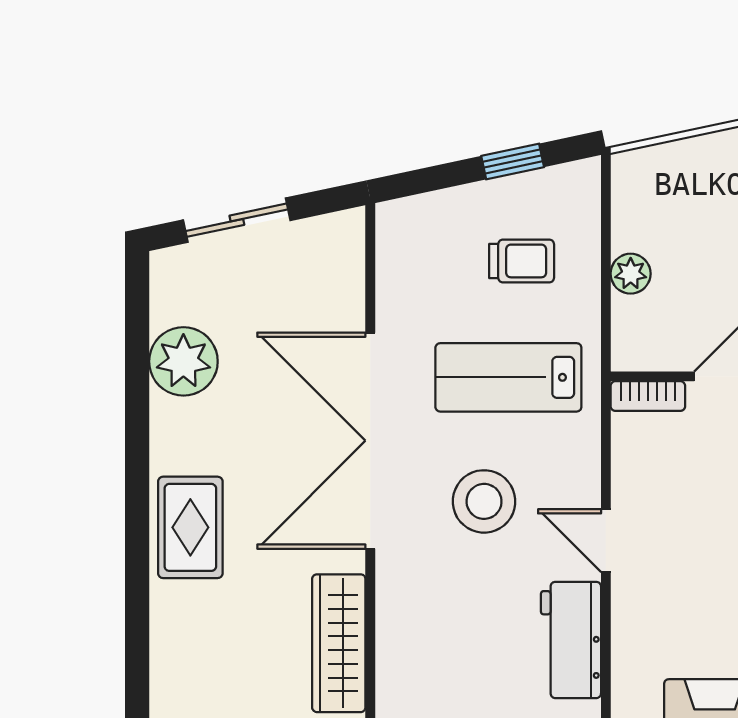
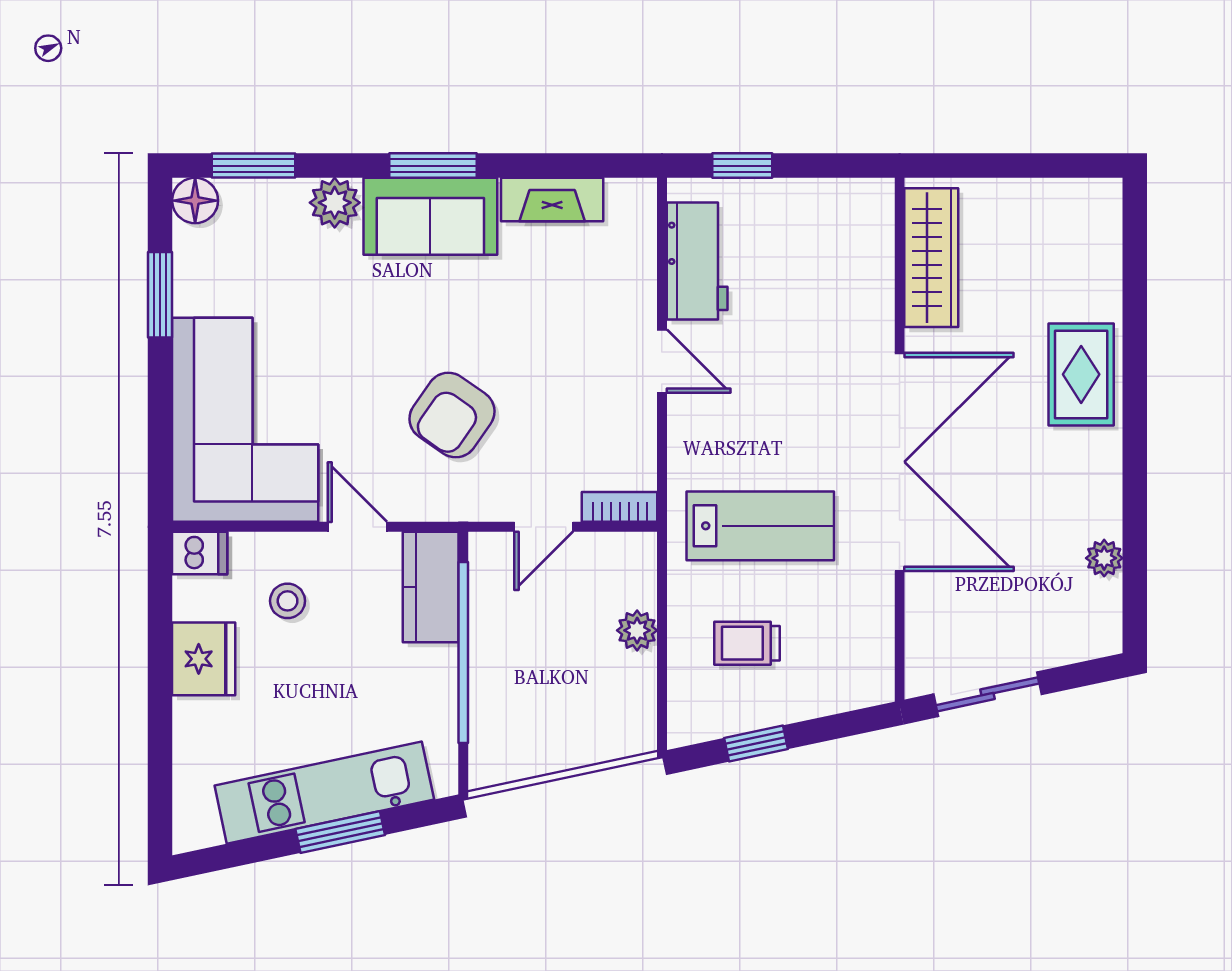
sliding door: (237, 220) -> (987, 694), moved
plant: (183, 361) -> (1104, 558), width x0.53, depth x0.53
stool: (484, 501) -> (785, 401), removed

